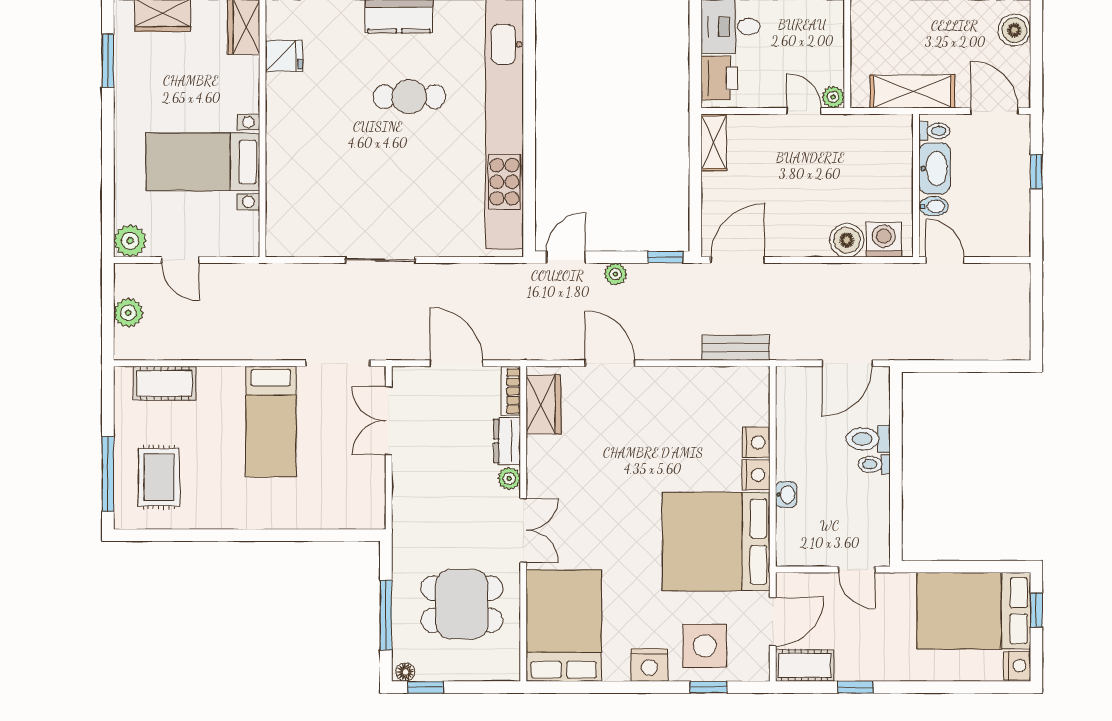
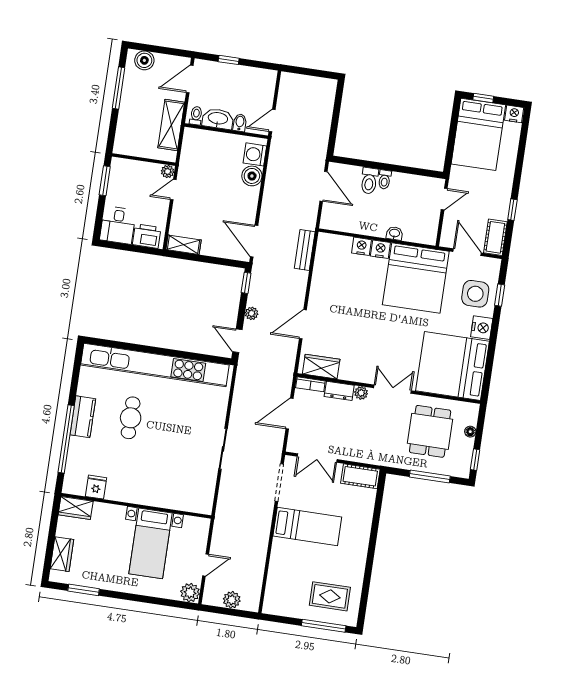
cot: (164, 383) -> (360, 476), moved, turned 90
bed: (564, 626) -> (453, 366), width x1.36
floor lamp: (405, 672) -> (470, 432), moved

